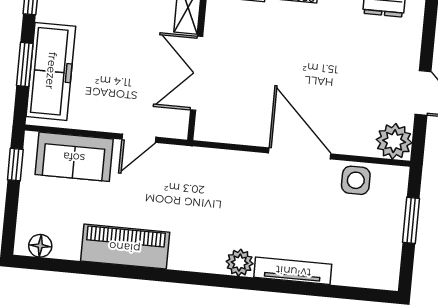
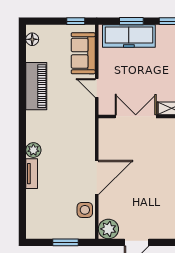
tv unit: (293, 271) -> (32, 174), width x0.71

